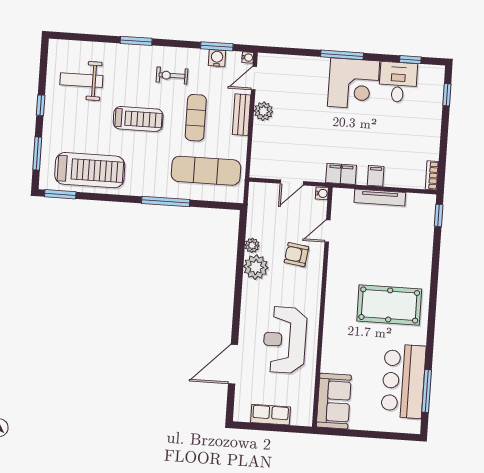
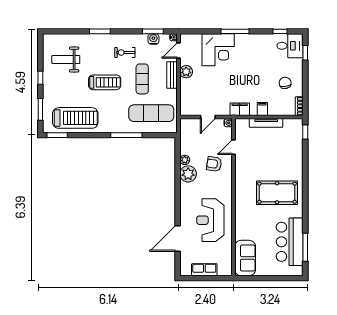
desk: (398, 82) -> (290, 46), moved, turned 90
corner desk: (354, 84) -> (218, 50), moved
chair: (413, 138) -> (285, 83), added

